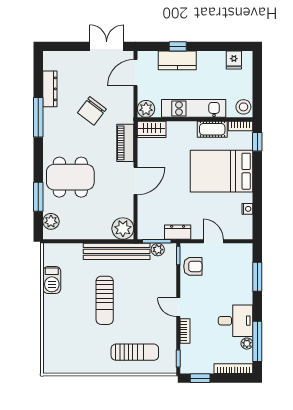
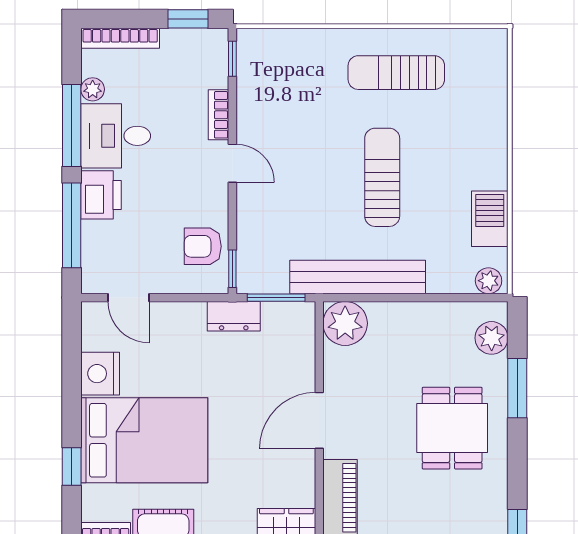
window: (257, 142) -> (72, 466), moved
dining table: (70, 177) -> (452, 428), width x0.73
nightstand: (247, 209) -> (100, 374), width x1.89, depth x1.79
door: (213, 241) -> (129, 298), moved
plant: (158, 250) -> (489, 281), moved
window: (257, 277) -> (72, 225), width x1.44
printer: (243, 292) -> (101, 195), added
window: (257, 341) -> (72, 126), moved
sun lounger: (135, 352) -> (396, 73), moved

